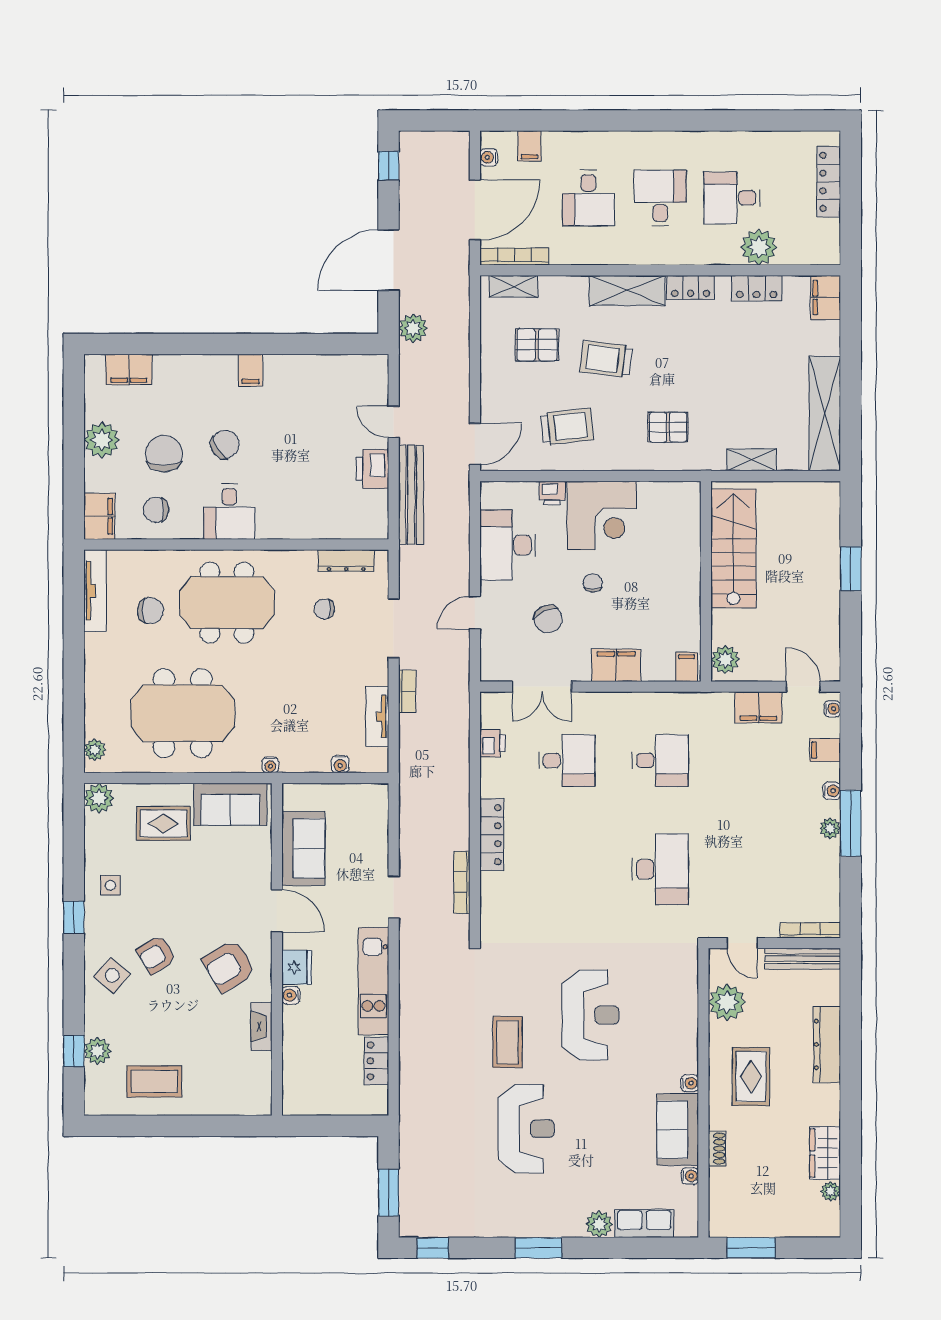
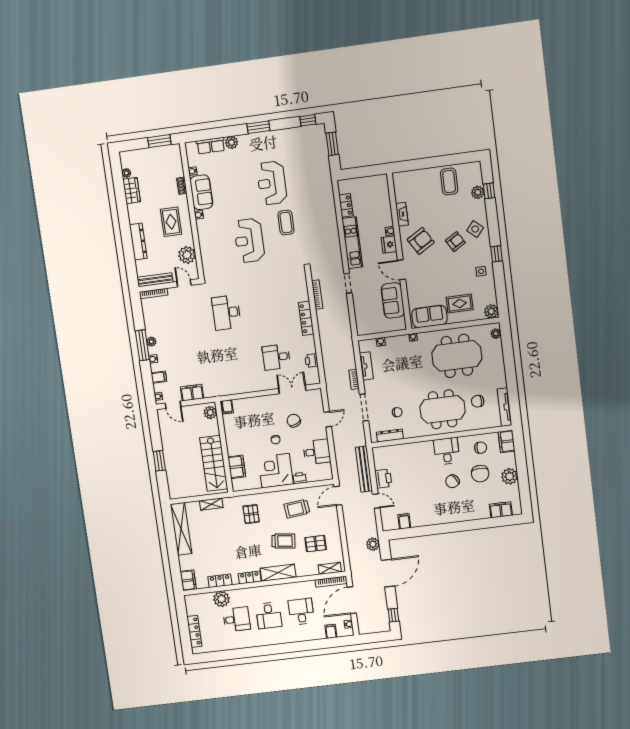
filing cabinet: (250, 370) -> (404, 521), moved
pallet: (668, 427) -> (251, 514), turned 90
desk: (508, 545) -> (317, 452), width x0.73
filing cabinet: (616, 665) -> (237, 467), moved, turned -90
desk: (660, 760) -> (233, 363), removed
coffee table: (154, 1081) -> (449, 181), turned 90

